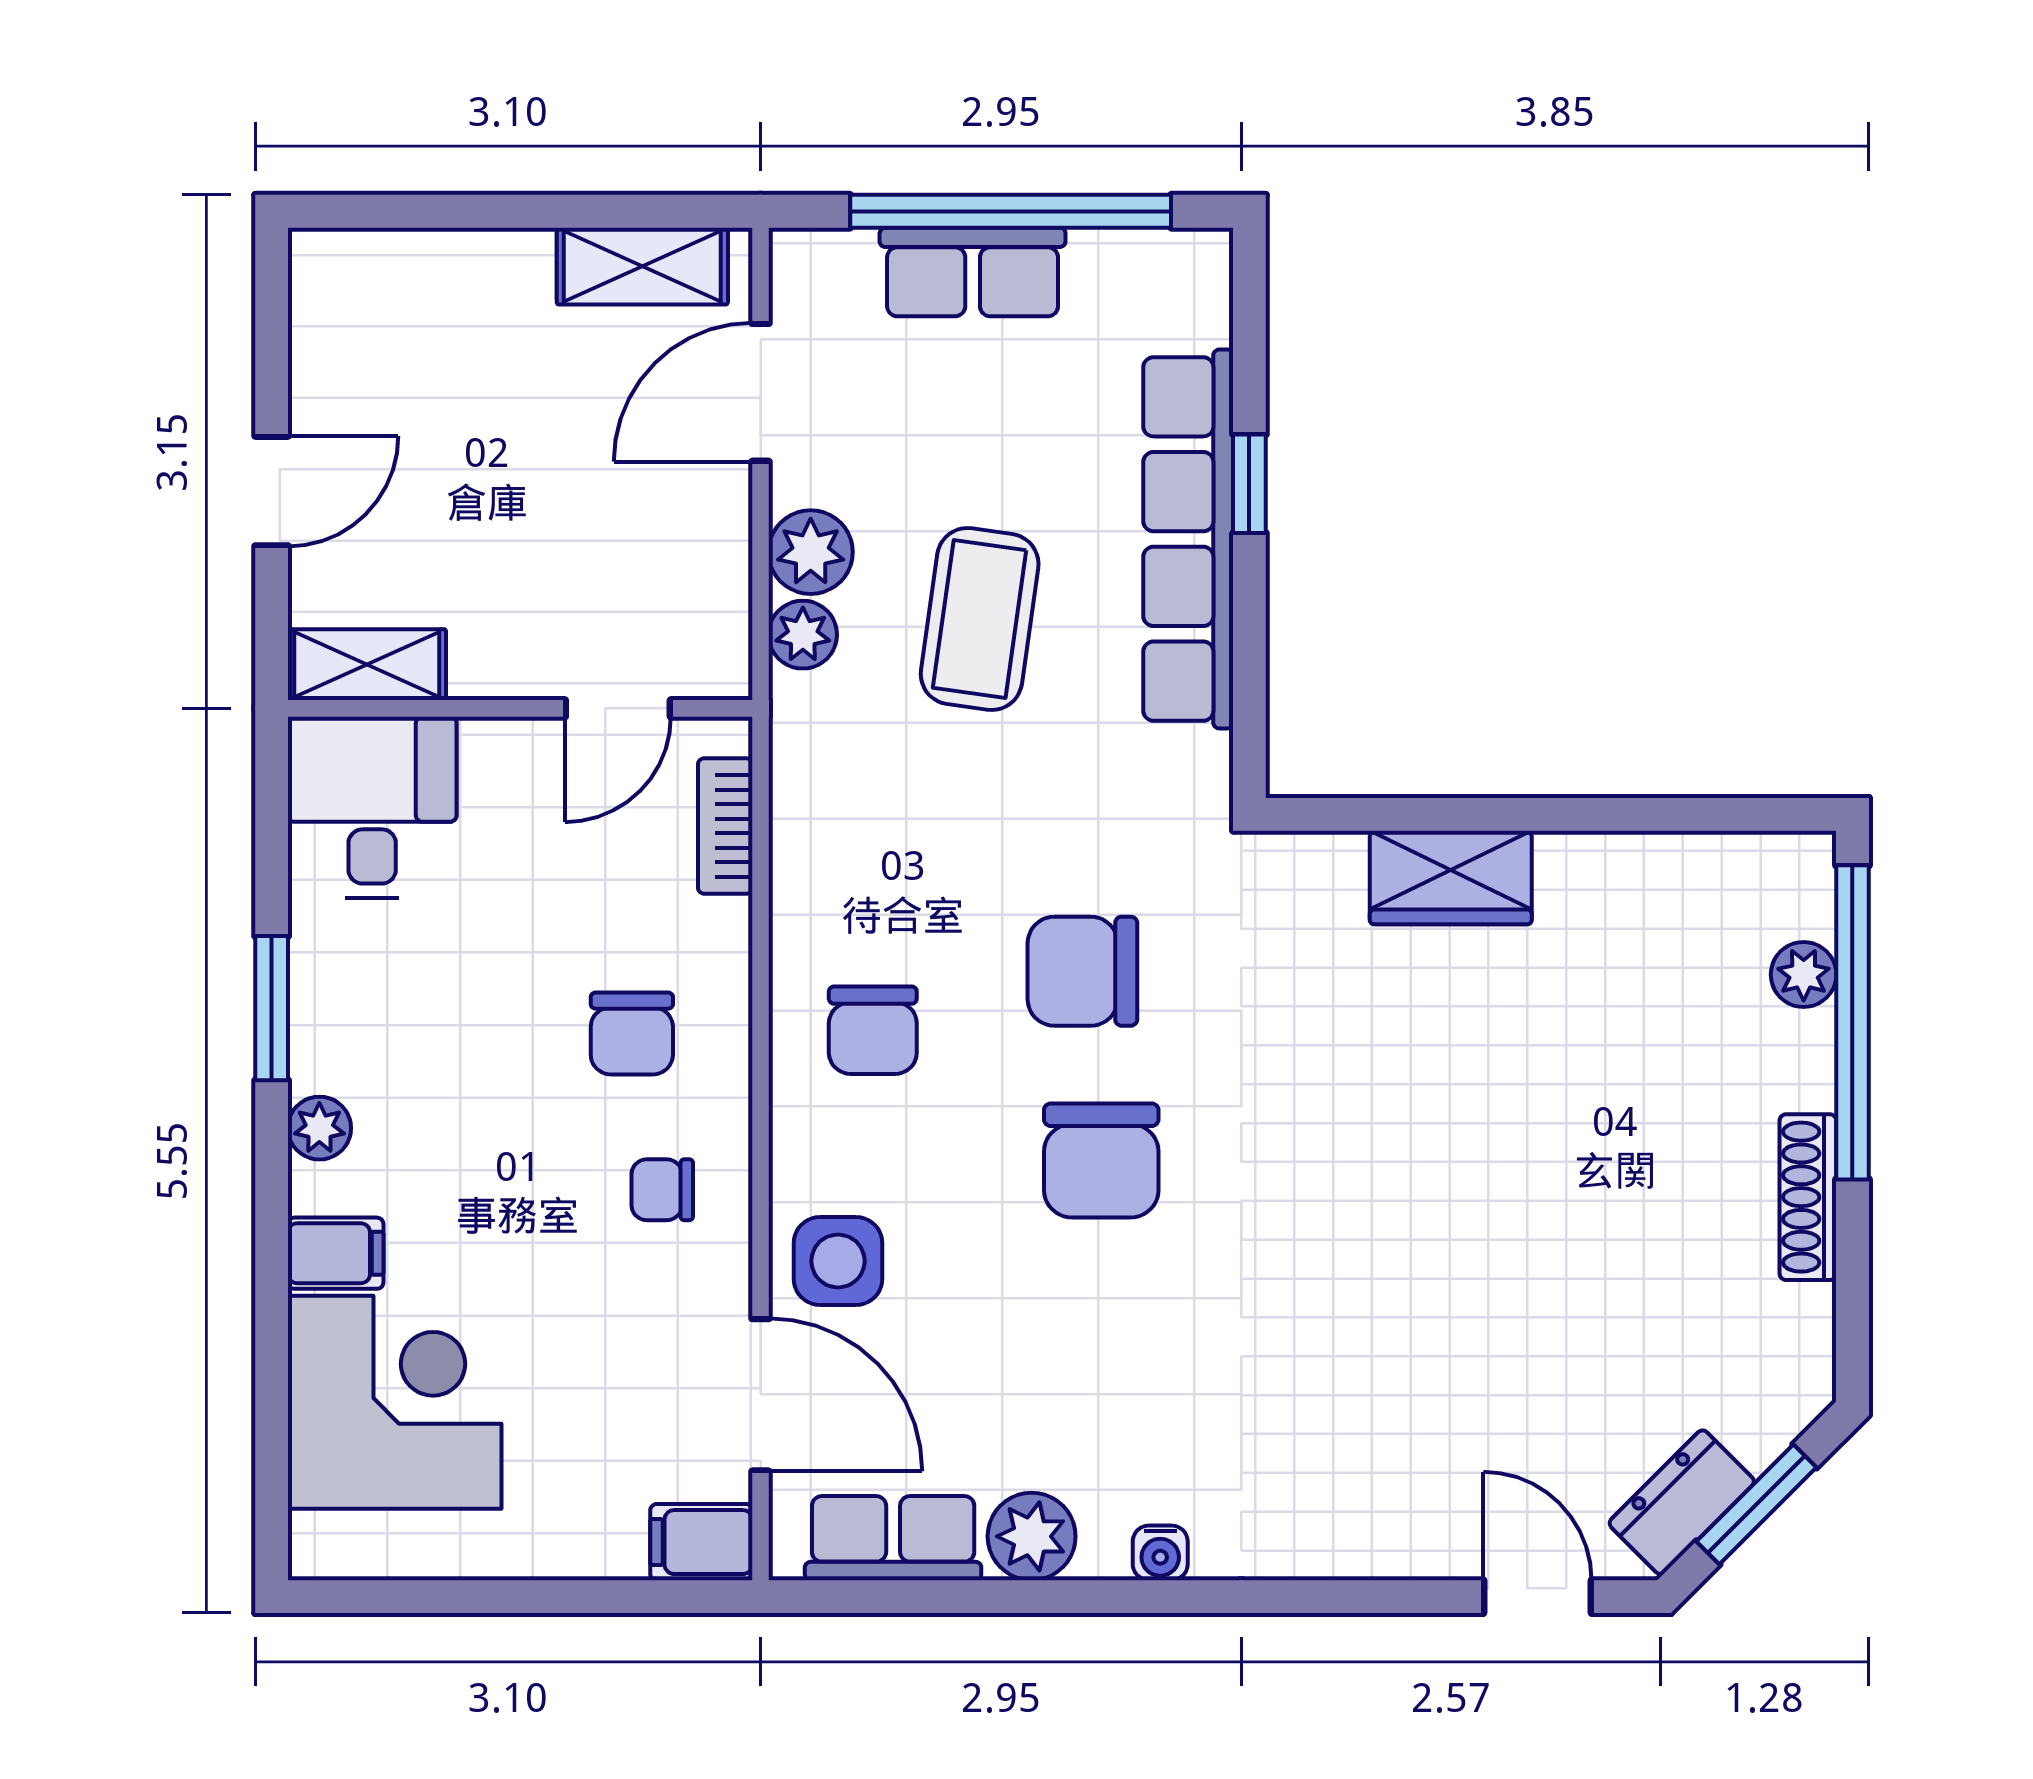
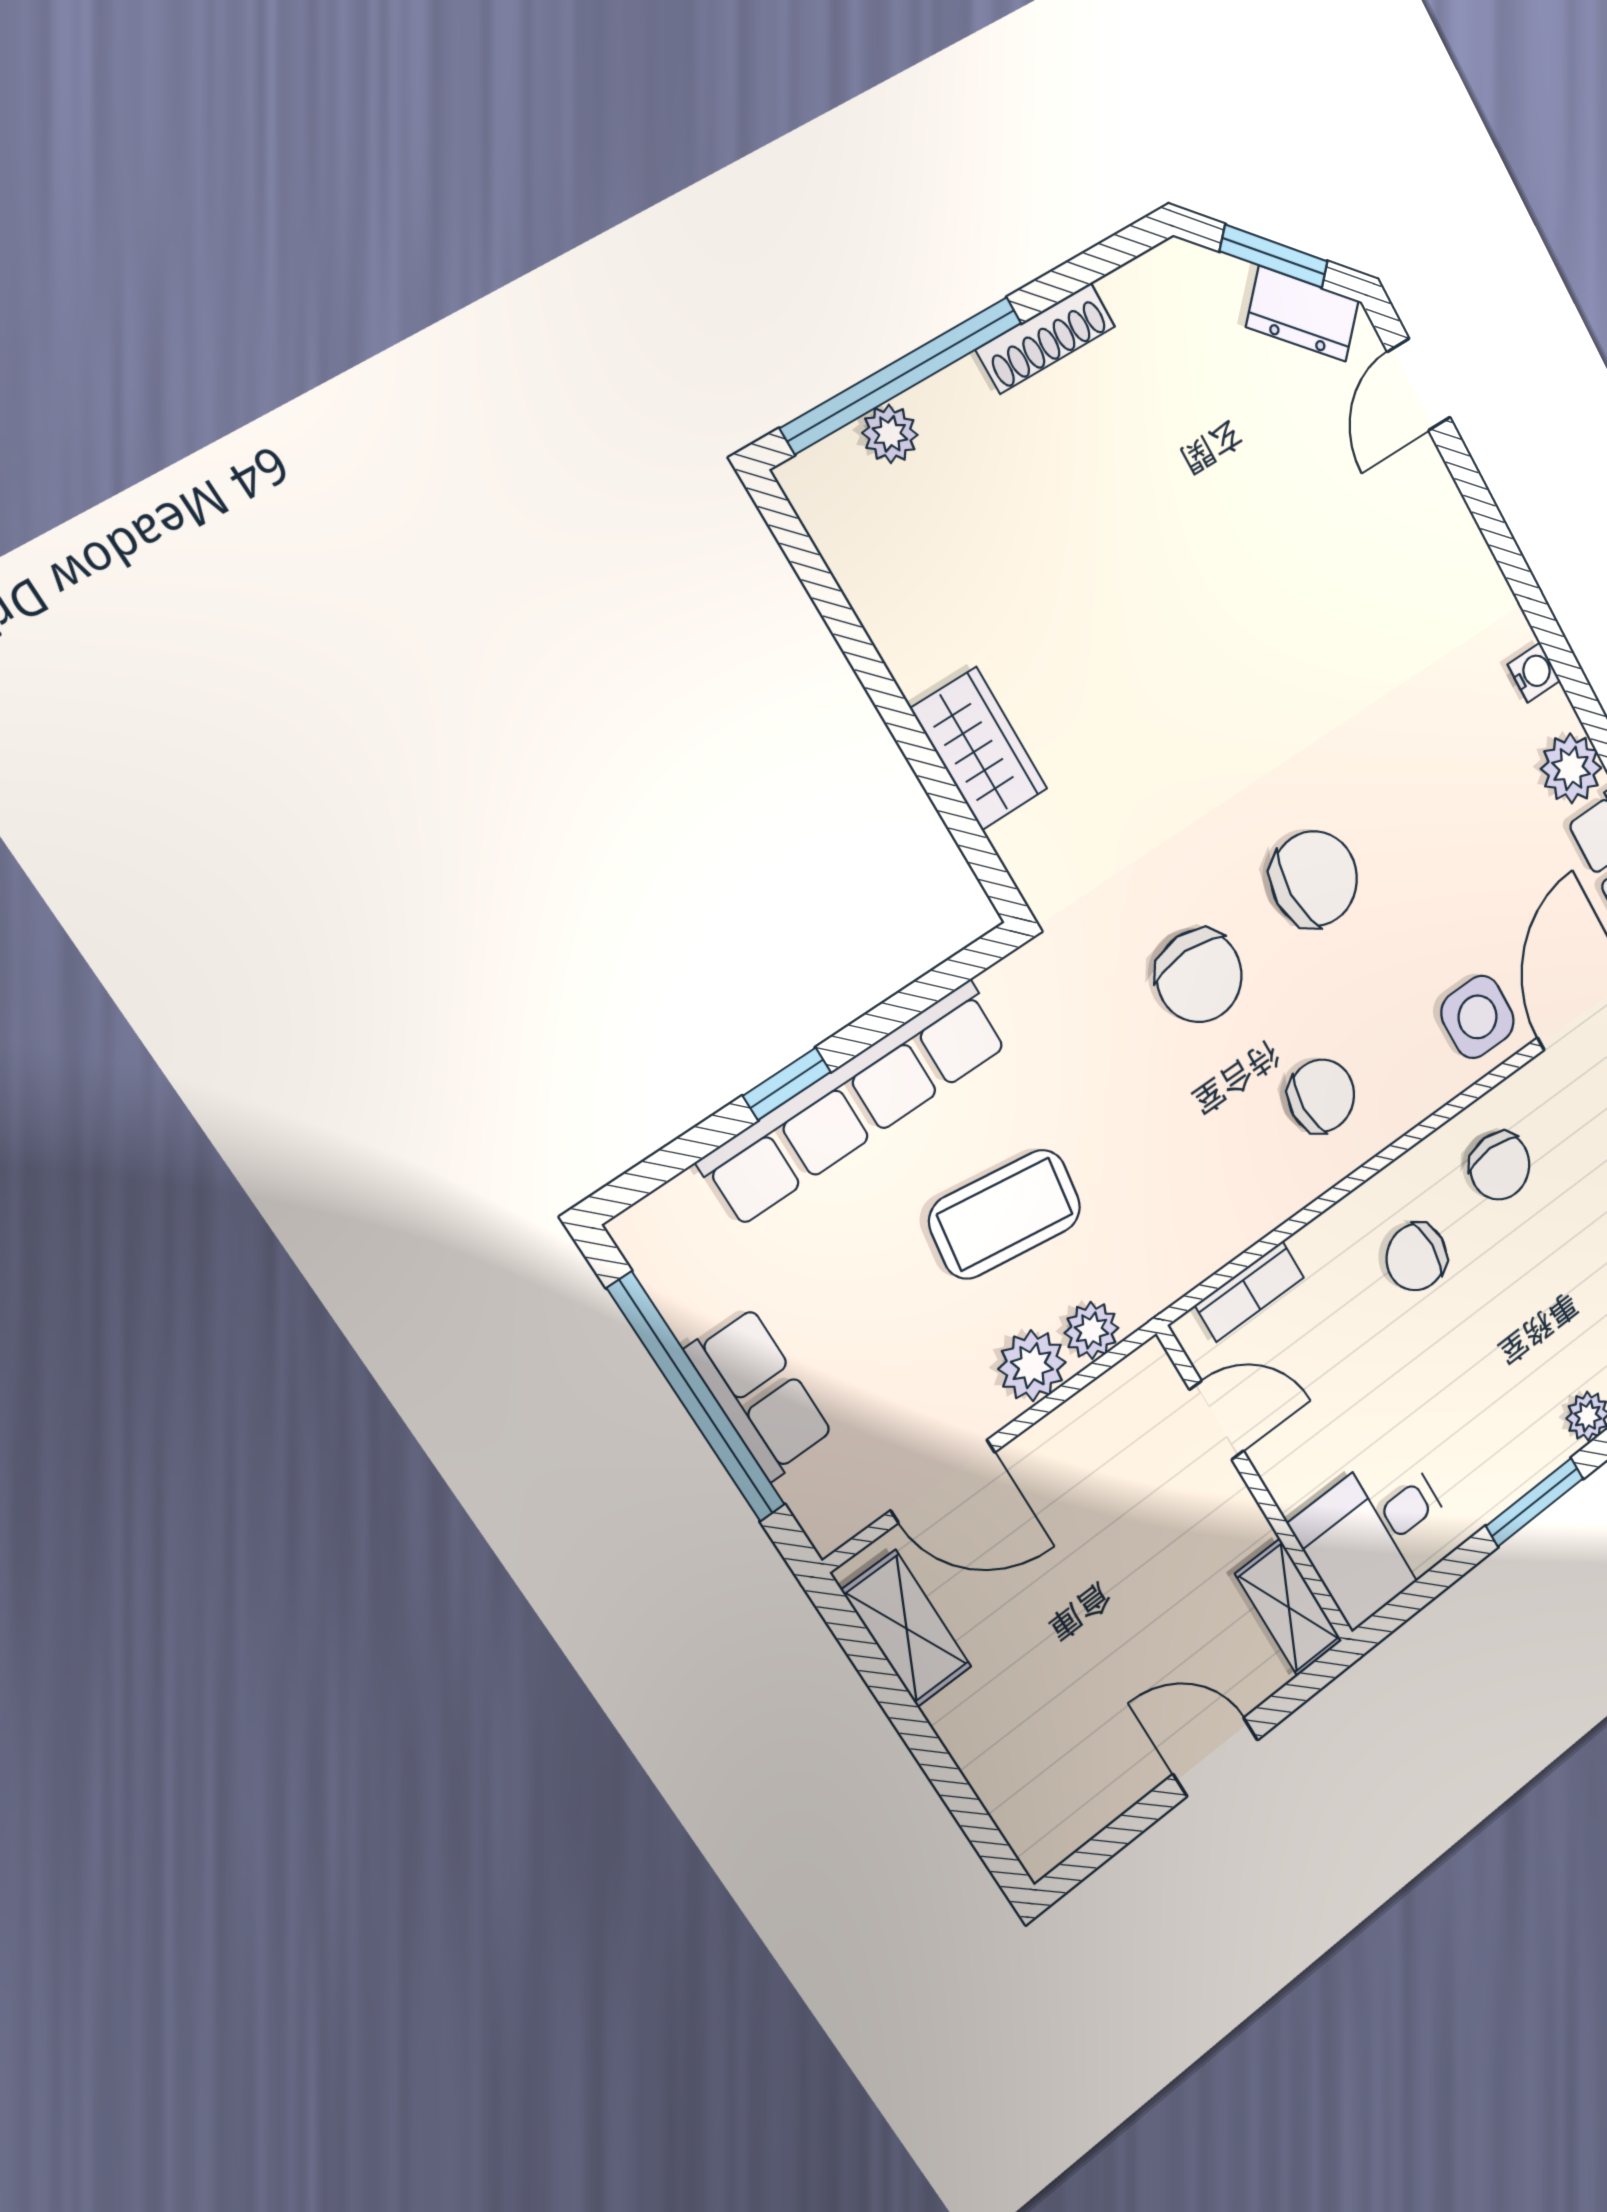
chair: (632, 1033) -> (1416, 1257), turned 180
chair: (662, 1190) -> (1500, 1166), width x1.37, depth x1.37

